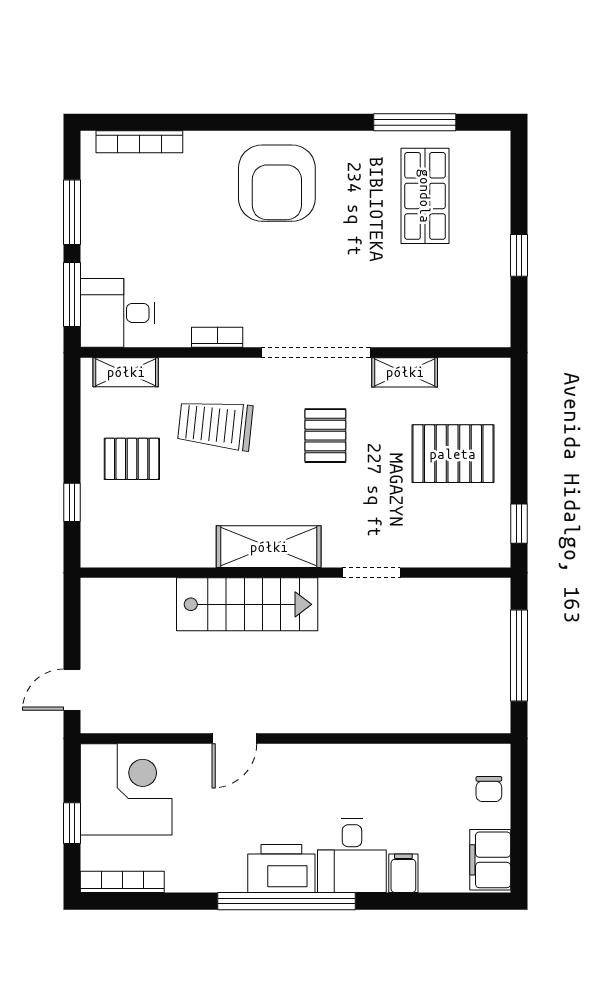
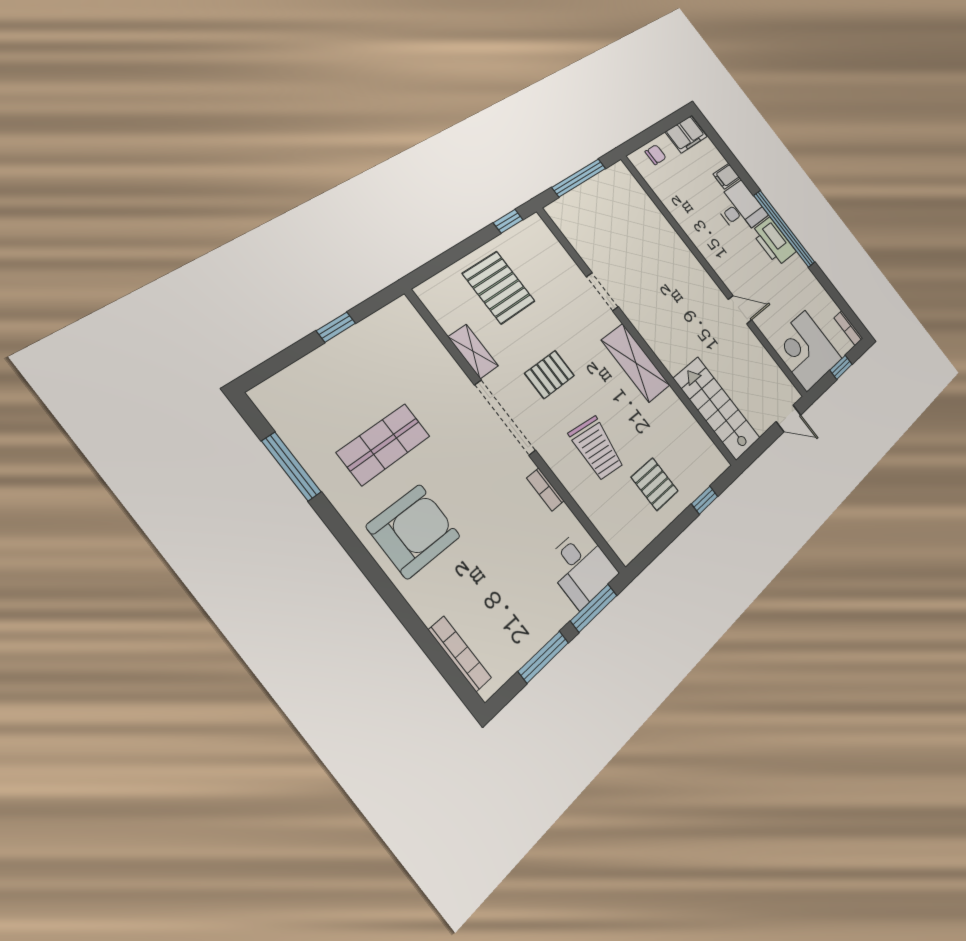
shop shelf: (425, 196) -> (384, 444), moved
shelving: (126, 372) -> (611, 531), removed
stairs: (247, 604) -> (717, 408), moved
bookcase: (122, 882) -> (848, 328), width x0.64

